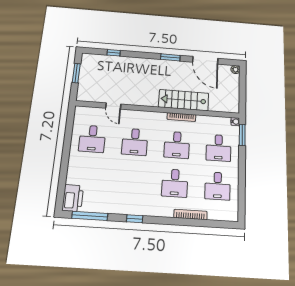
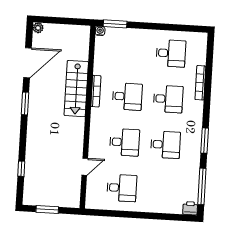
desk: (219, 148) -> (165, 145), moved
printer: (73, 198) -> (190, 208), width x0.53, depth x0.68
window: (135, 219) -> (205, 141), width x1.50

